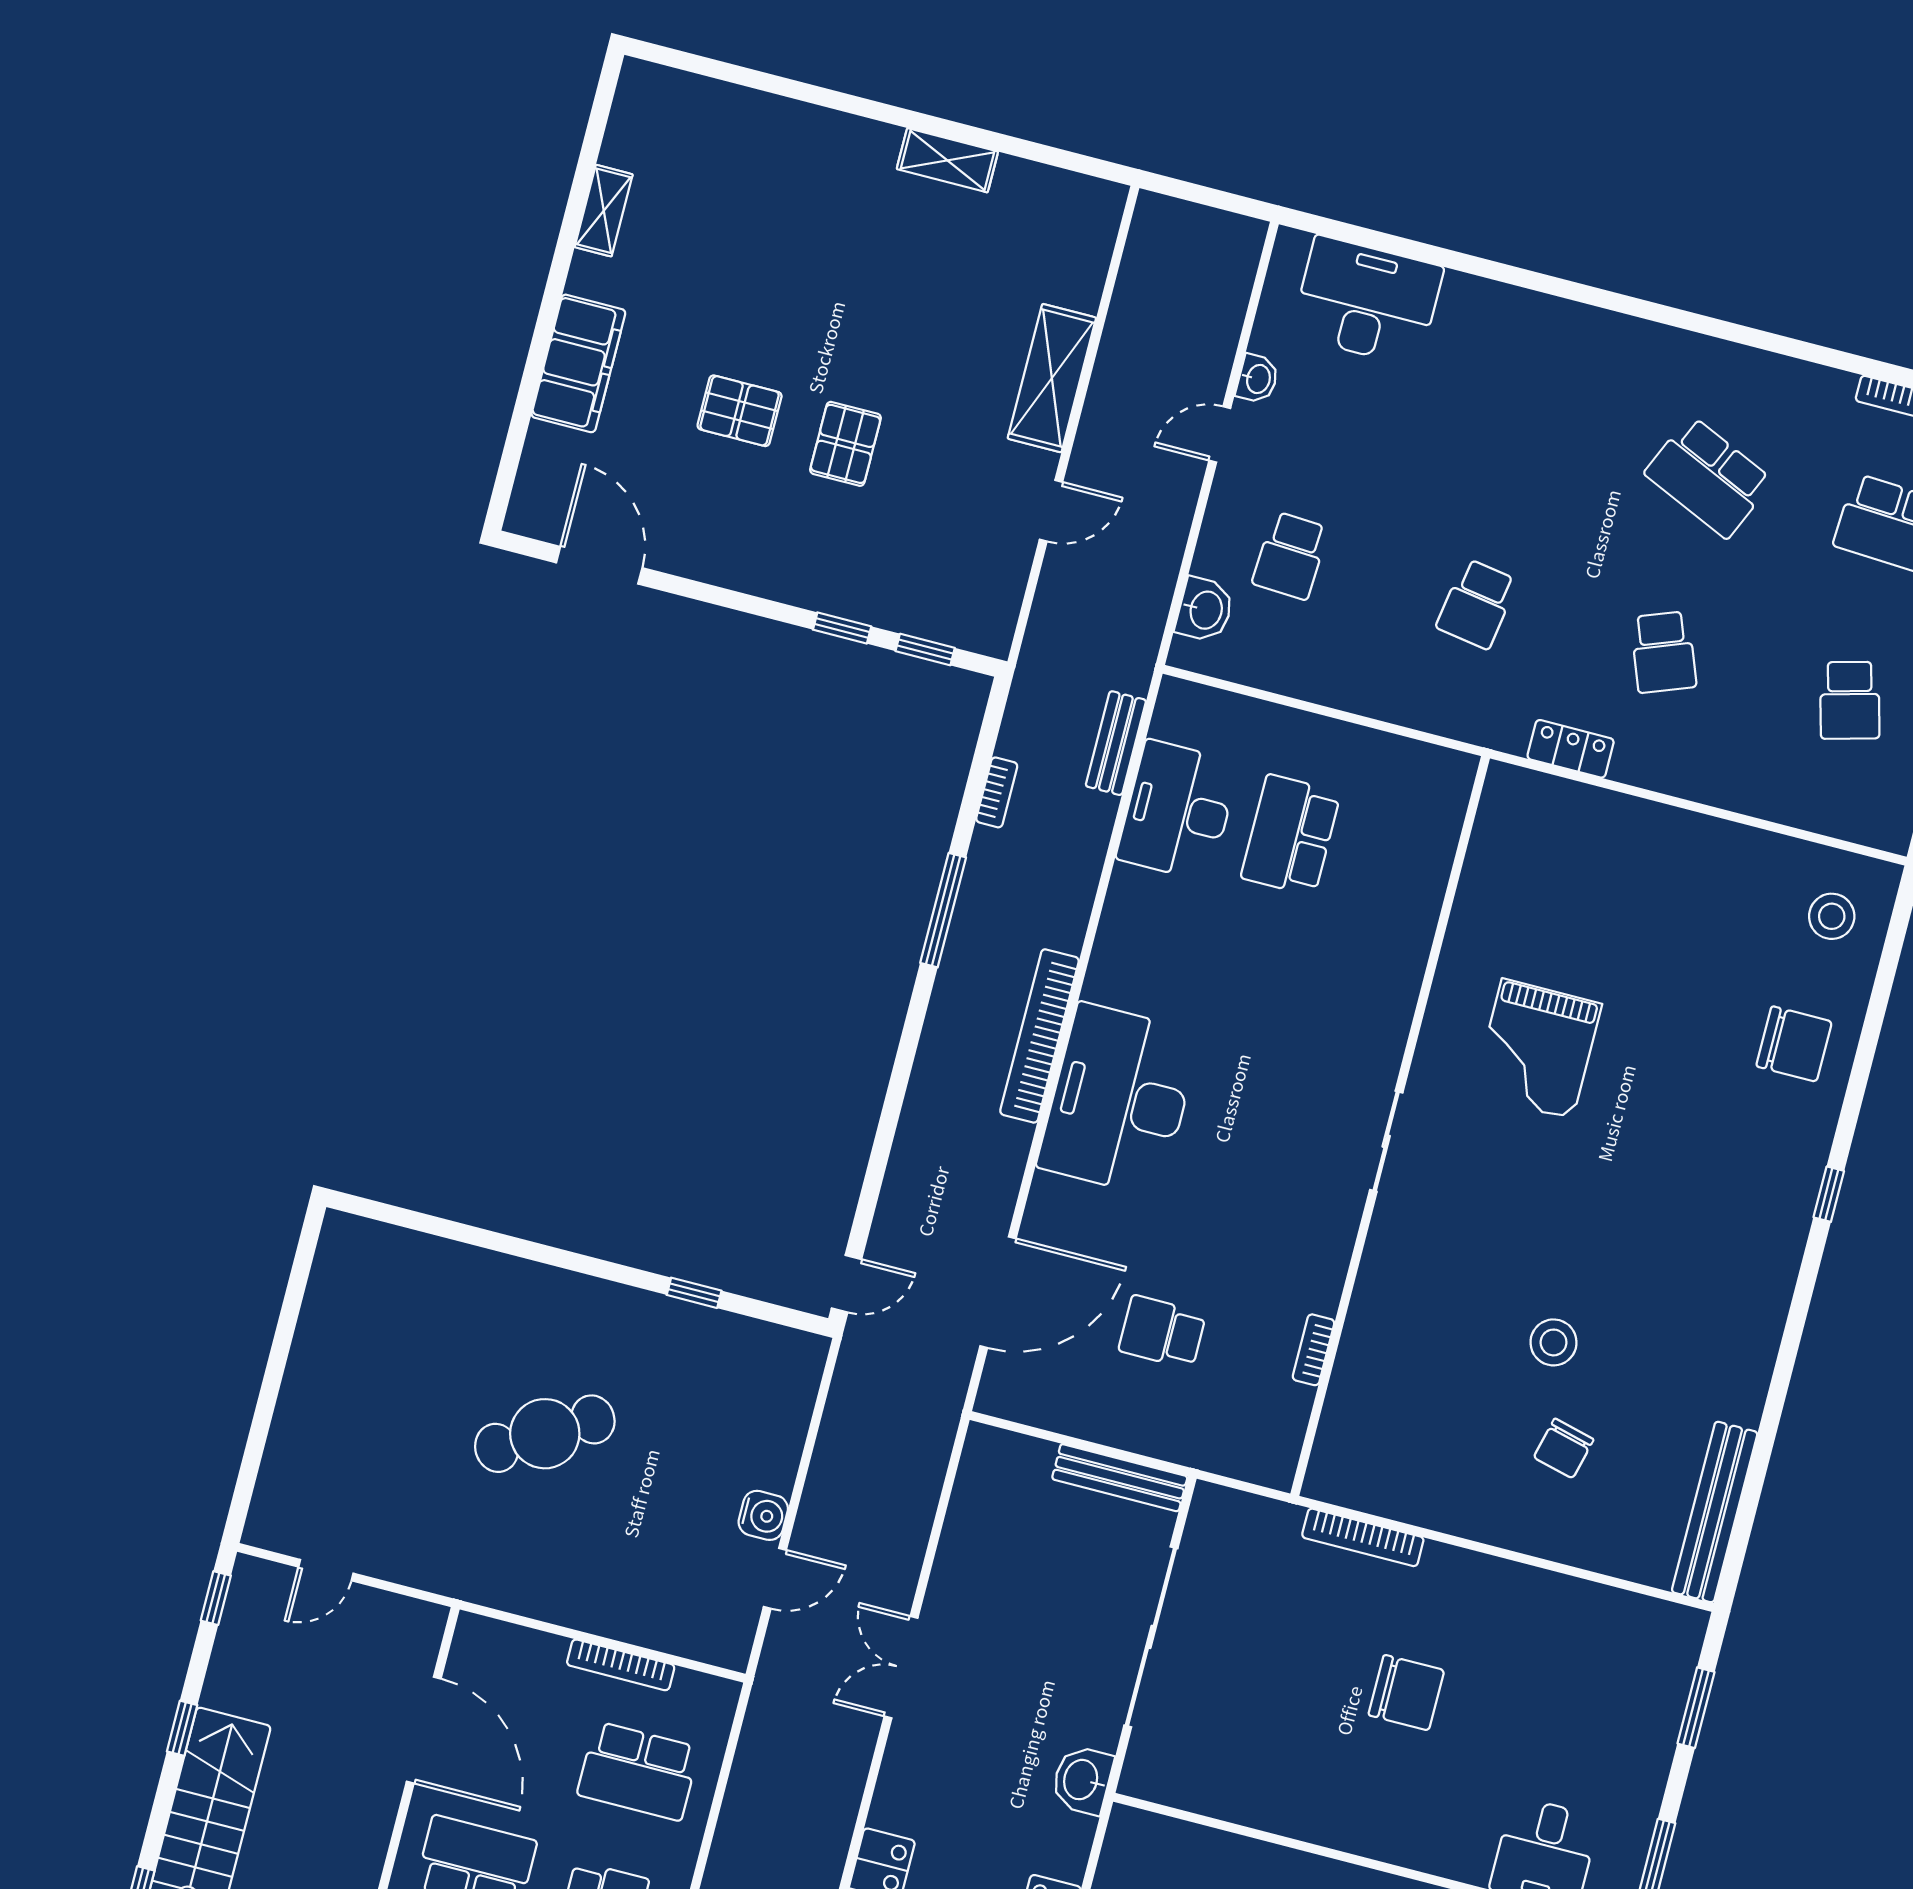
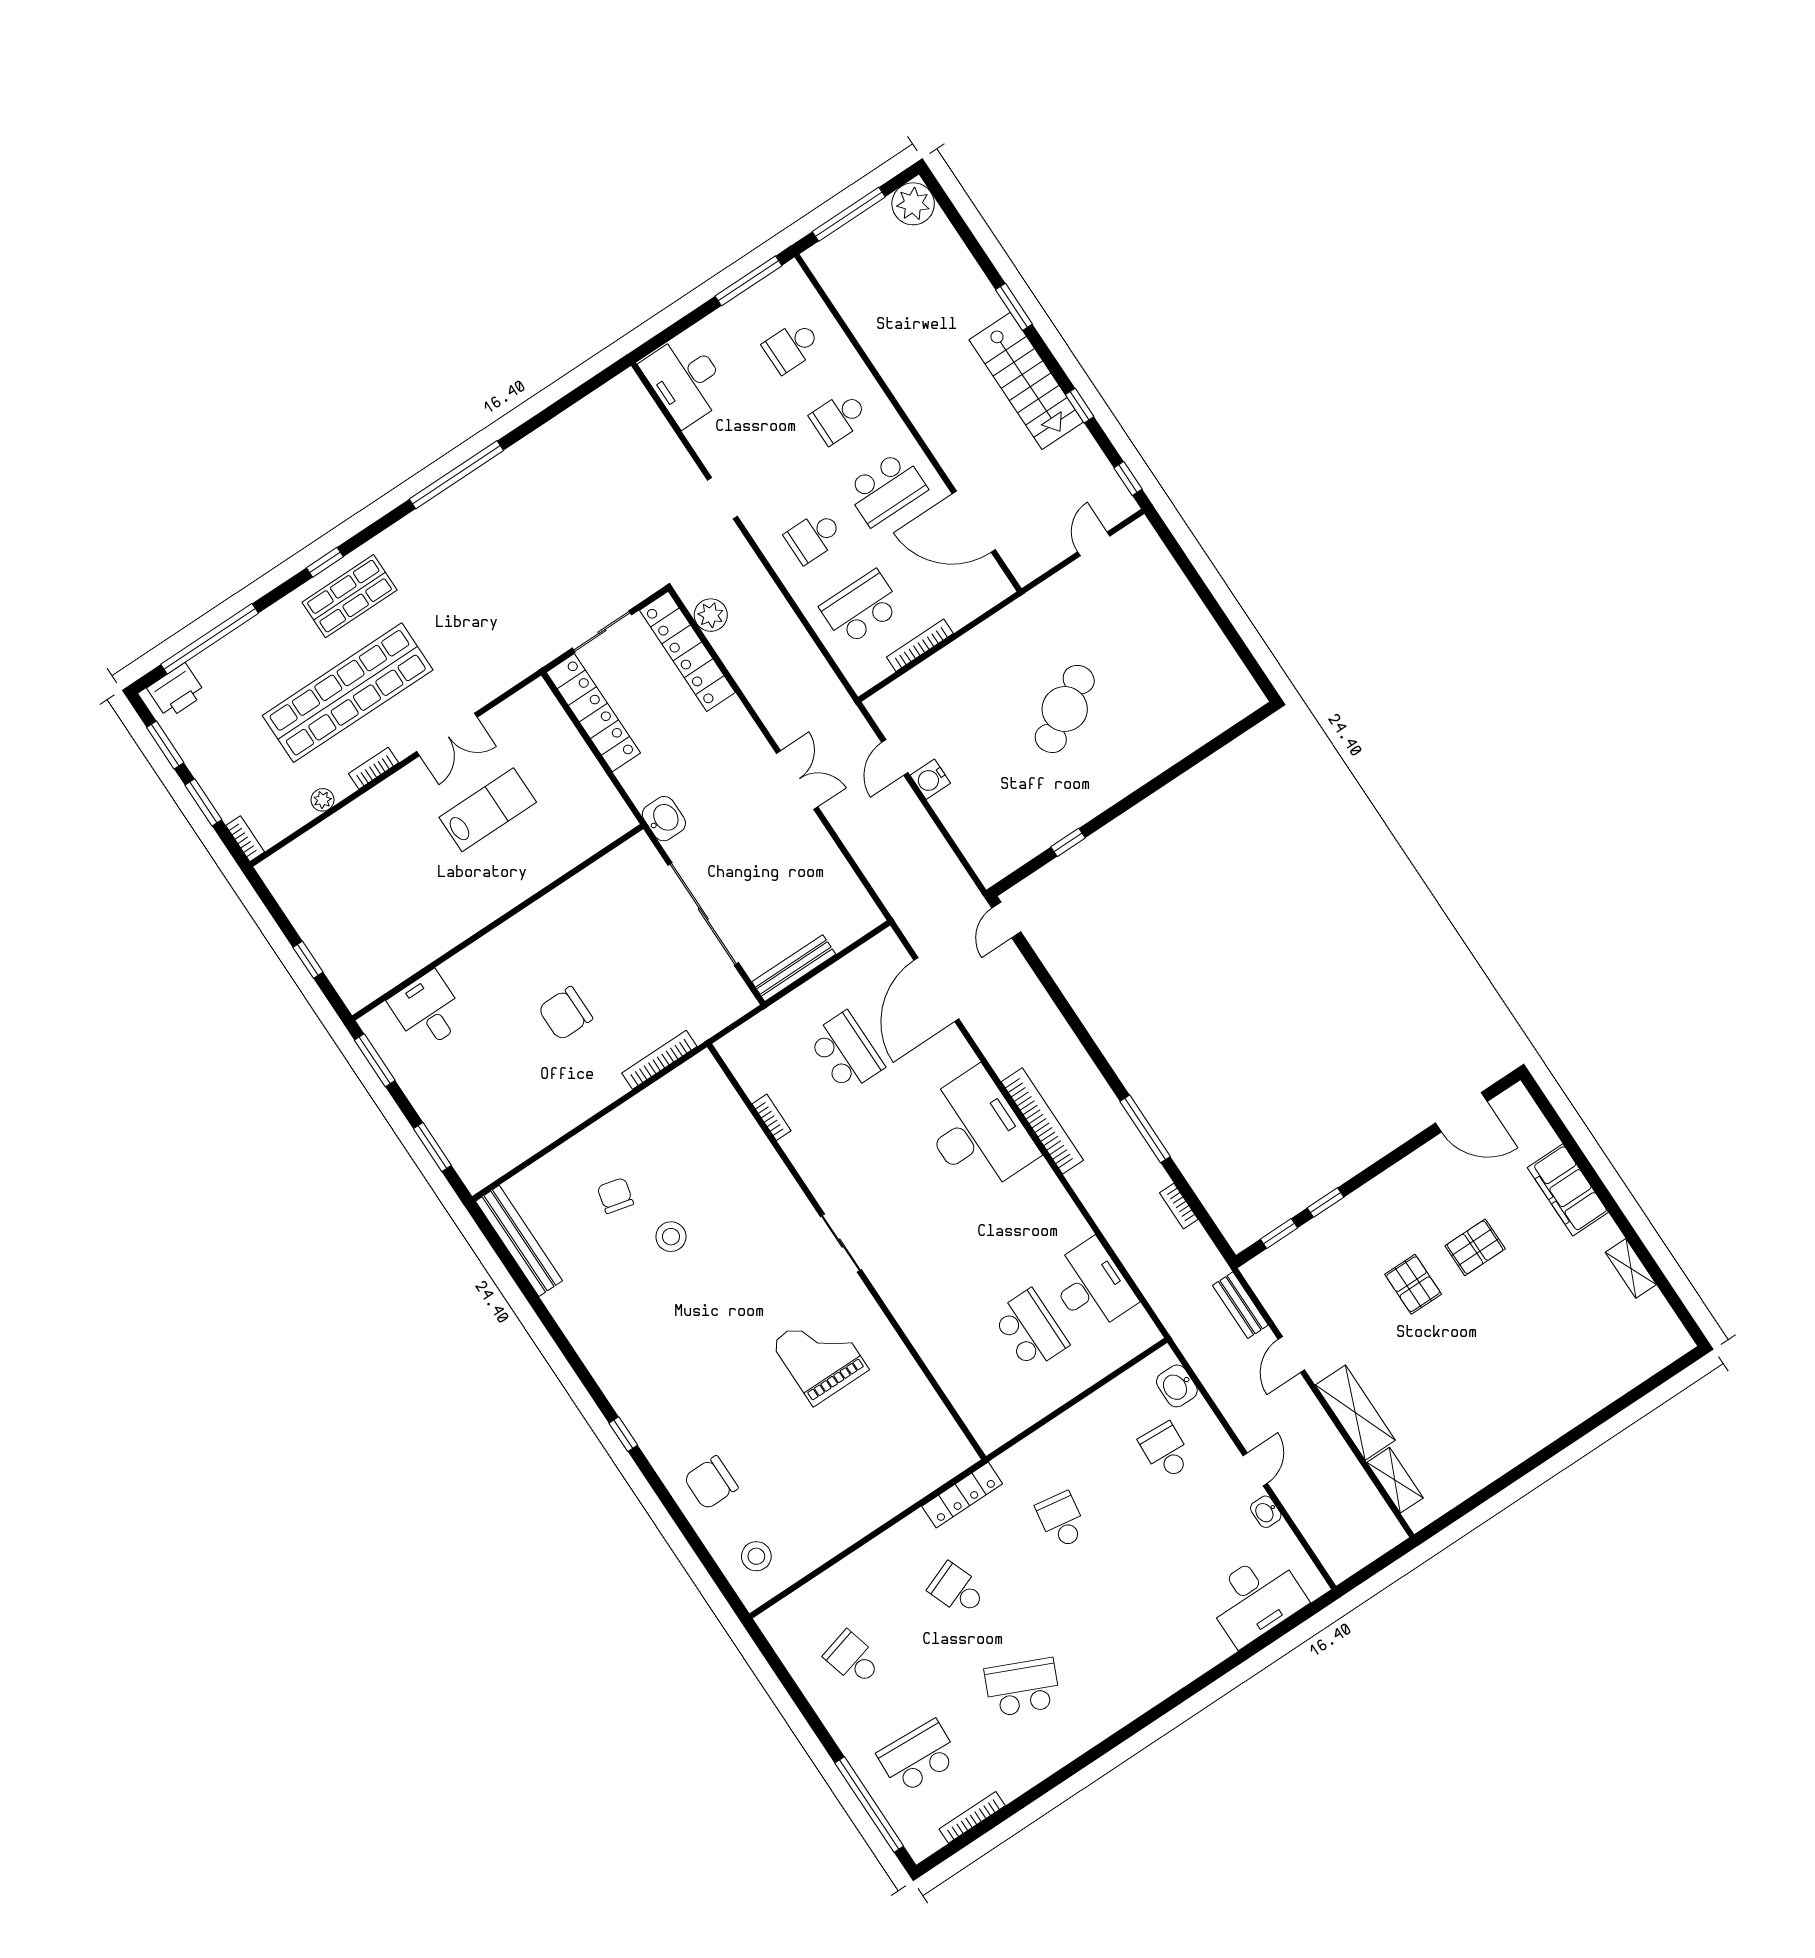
shelving: (947, 160) -> (1395, 1480), moved, turned 90
bench: (1116, 743) -> (1240, 1305), moved
locker: (1571, 749) -> (962, 1495), width x1.53
school desk: (1162, 1332) -> (846, 1052), width x1.85

